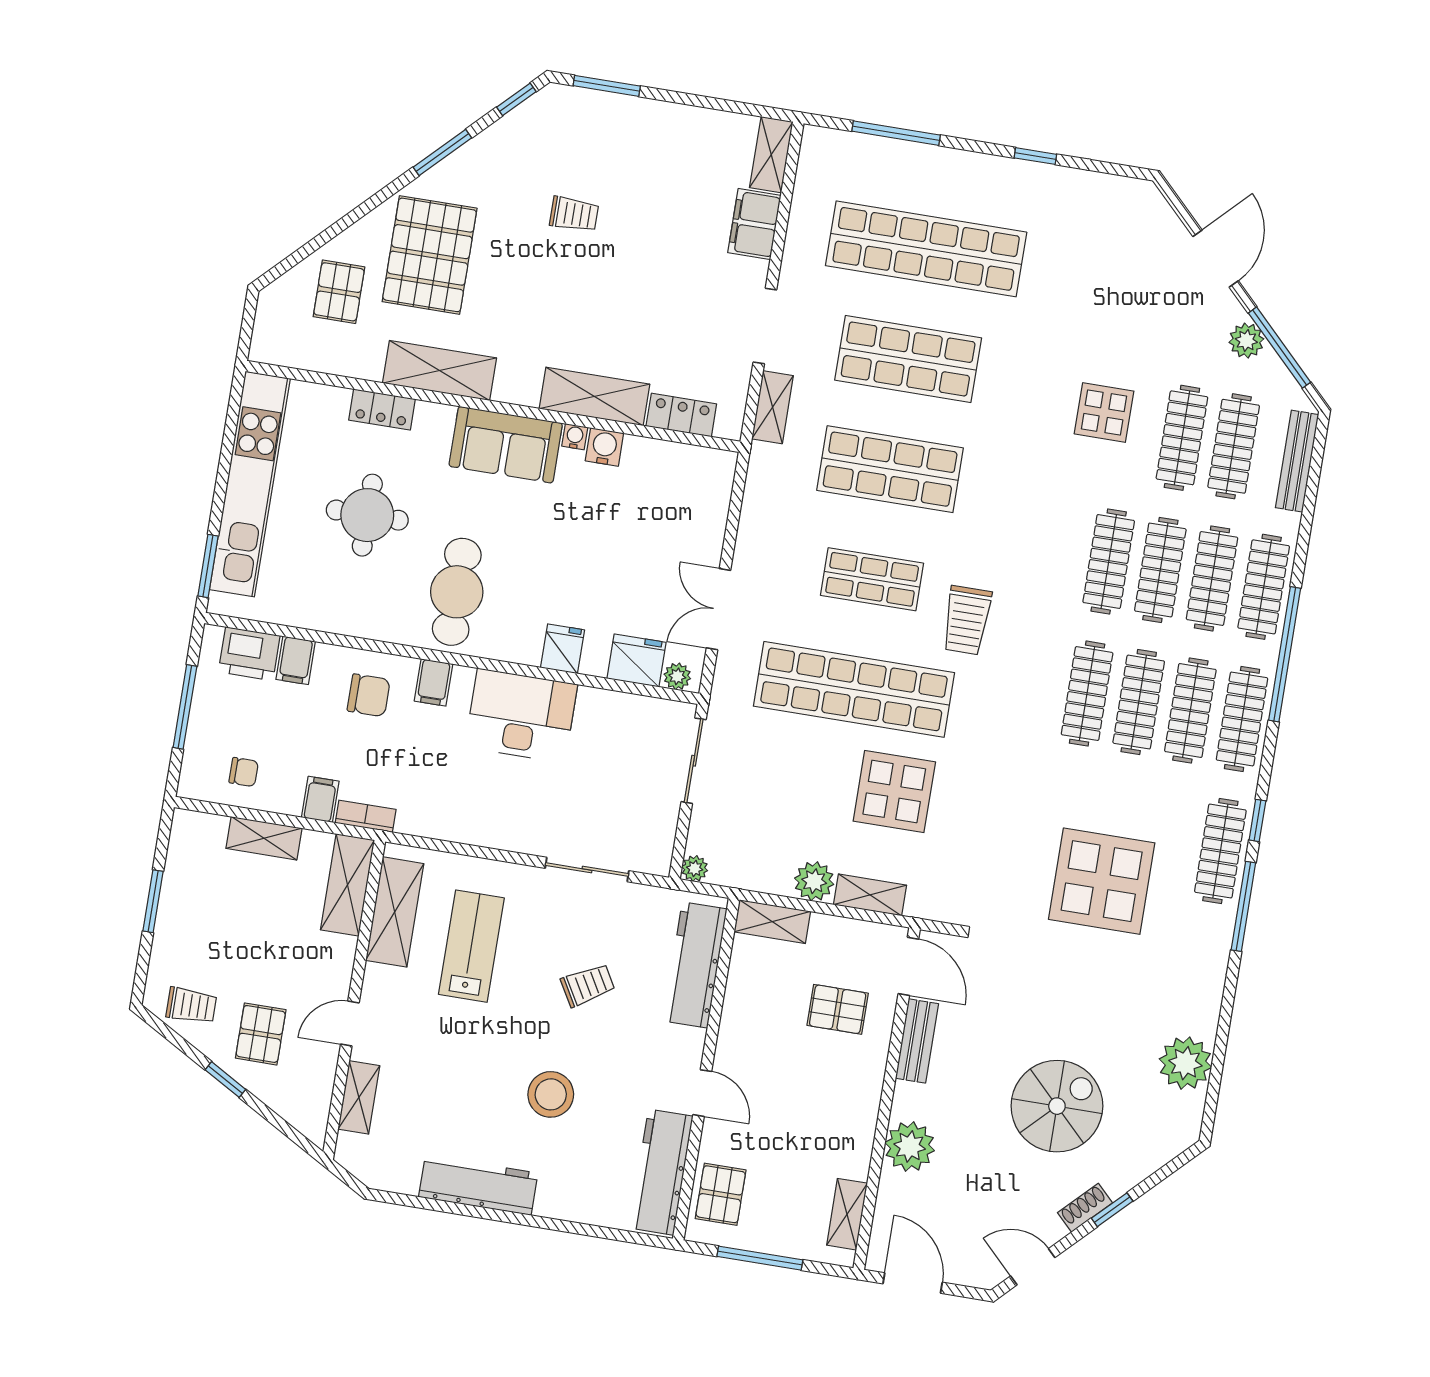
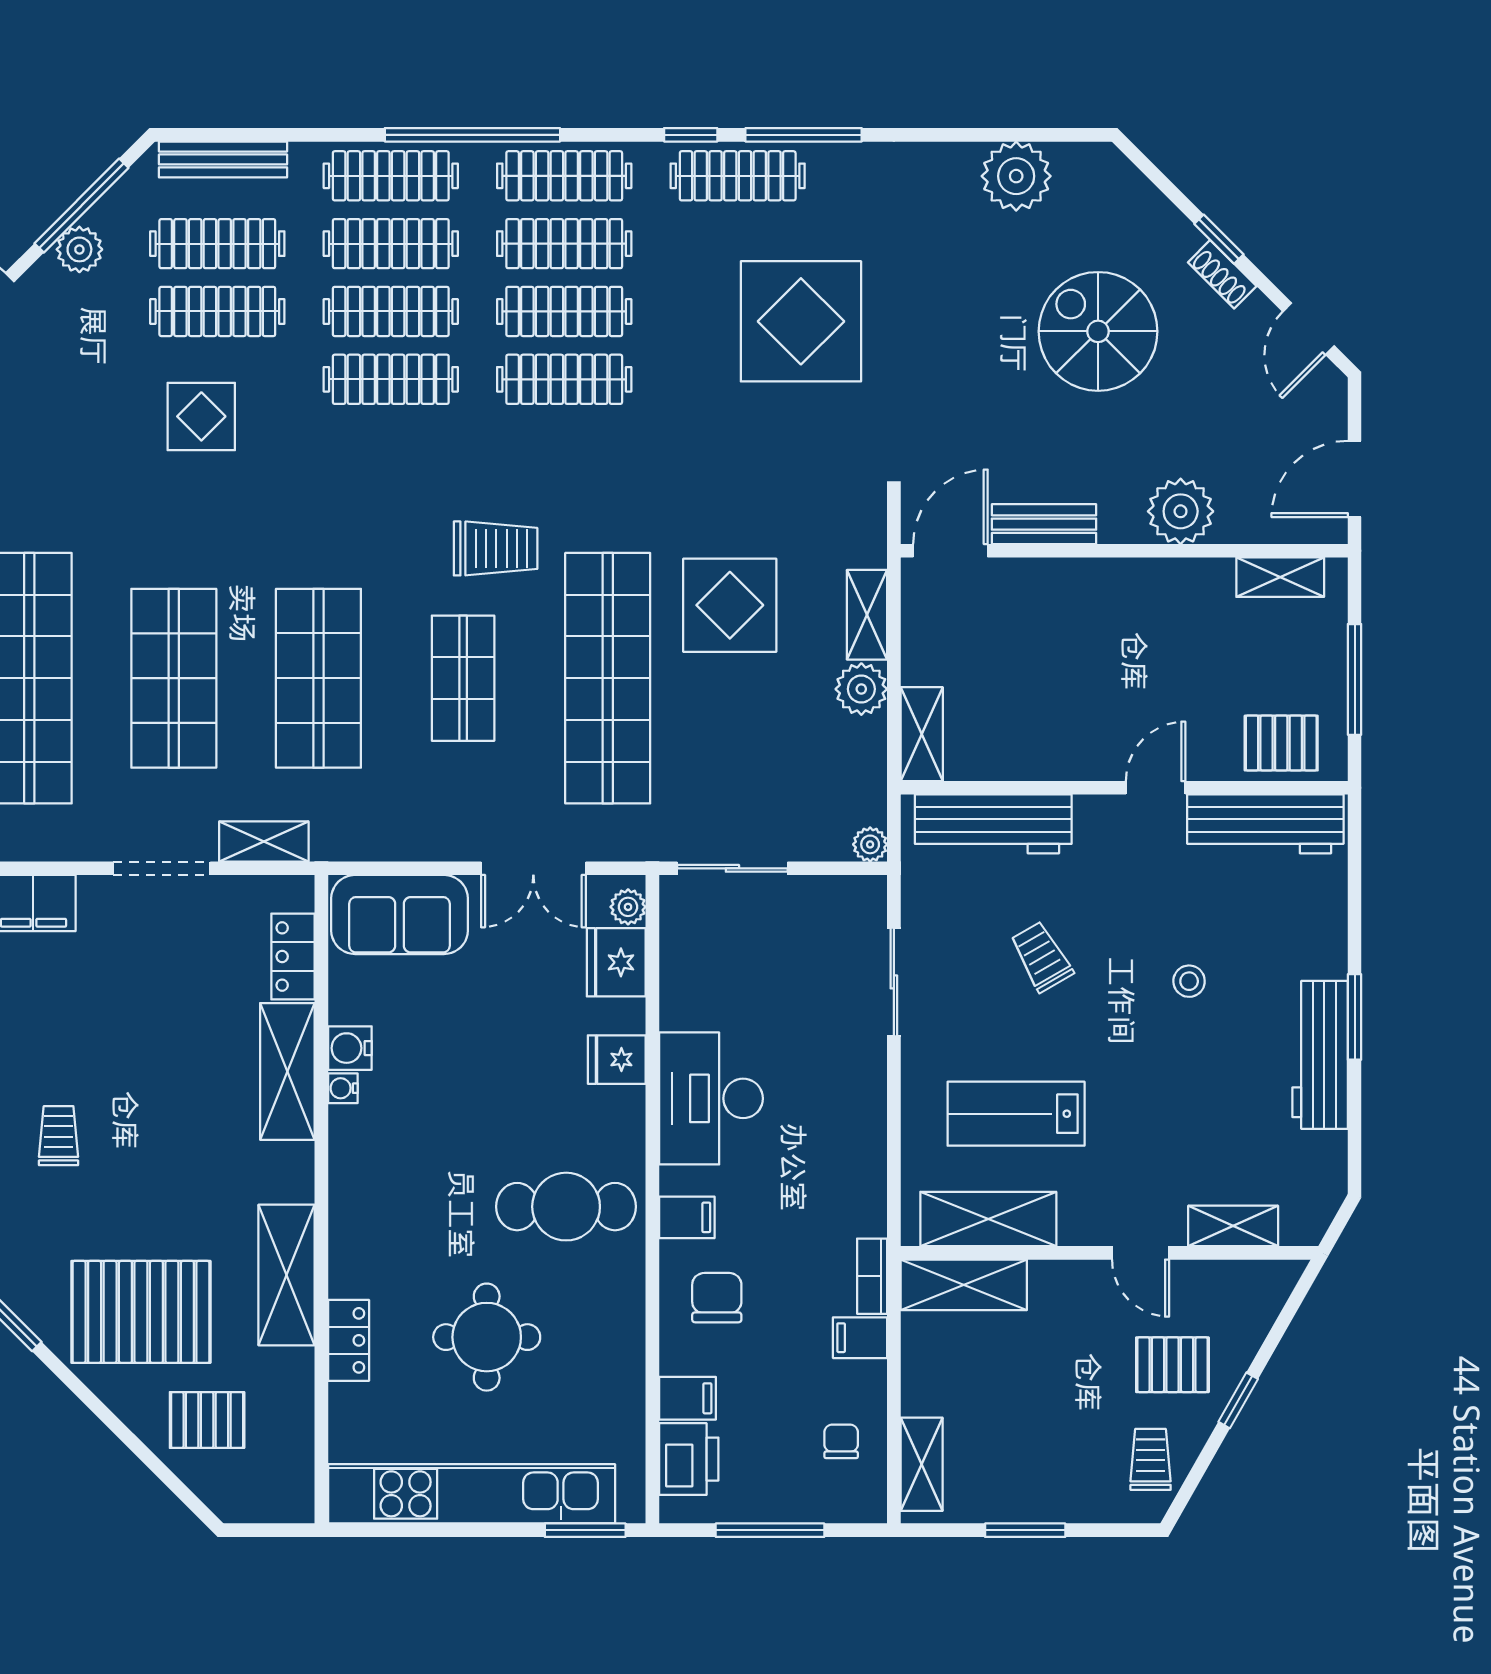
sofa: (506, 445) -> (400, 914), moved, turned 90
shelving: (264, 838) -> (922, 1464), moved
pallet: (838, 1009) -> (1020, 632), removed
stool: (551, 1094) -> (1189, 981), width x0.53, depth x0.53
window: (503, 1216) -> (1355, 1017), added

